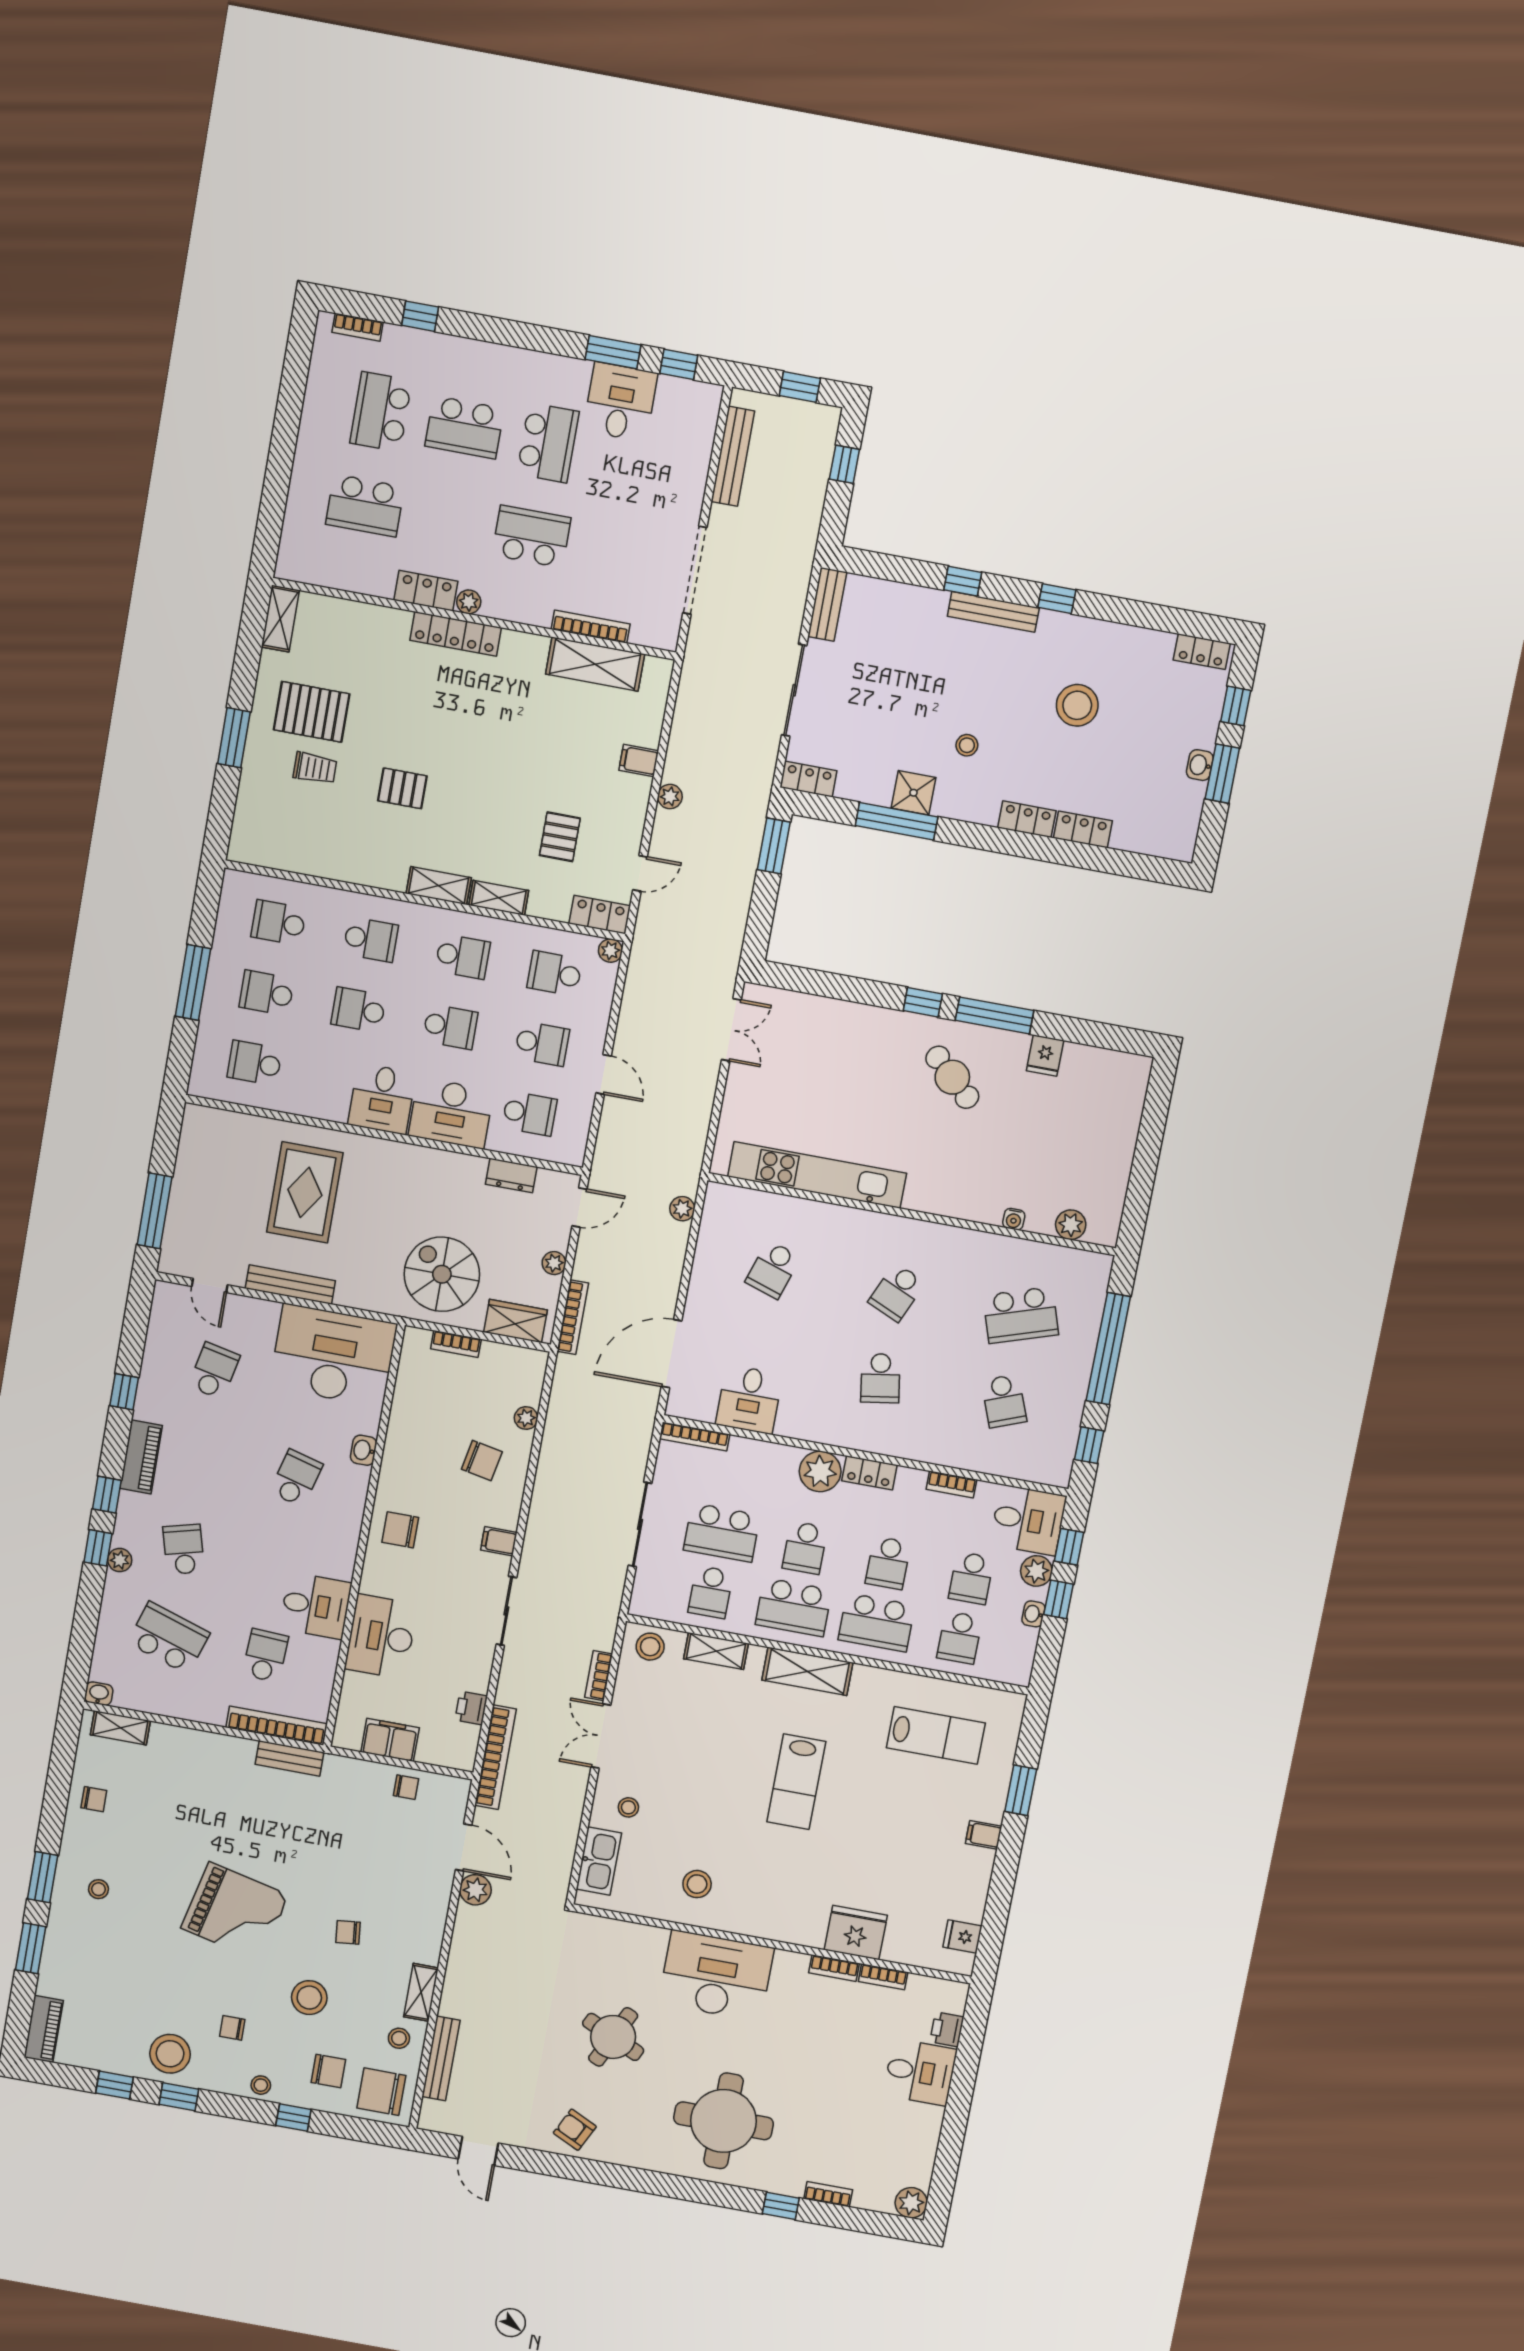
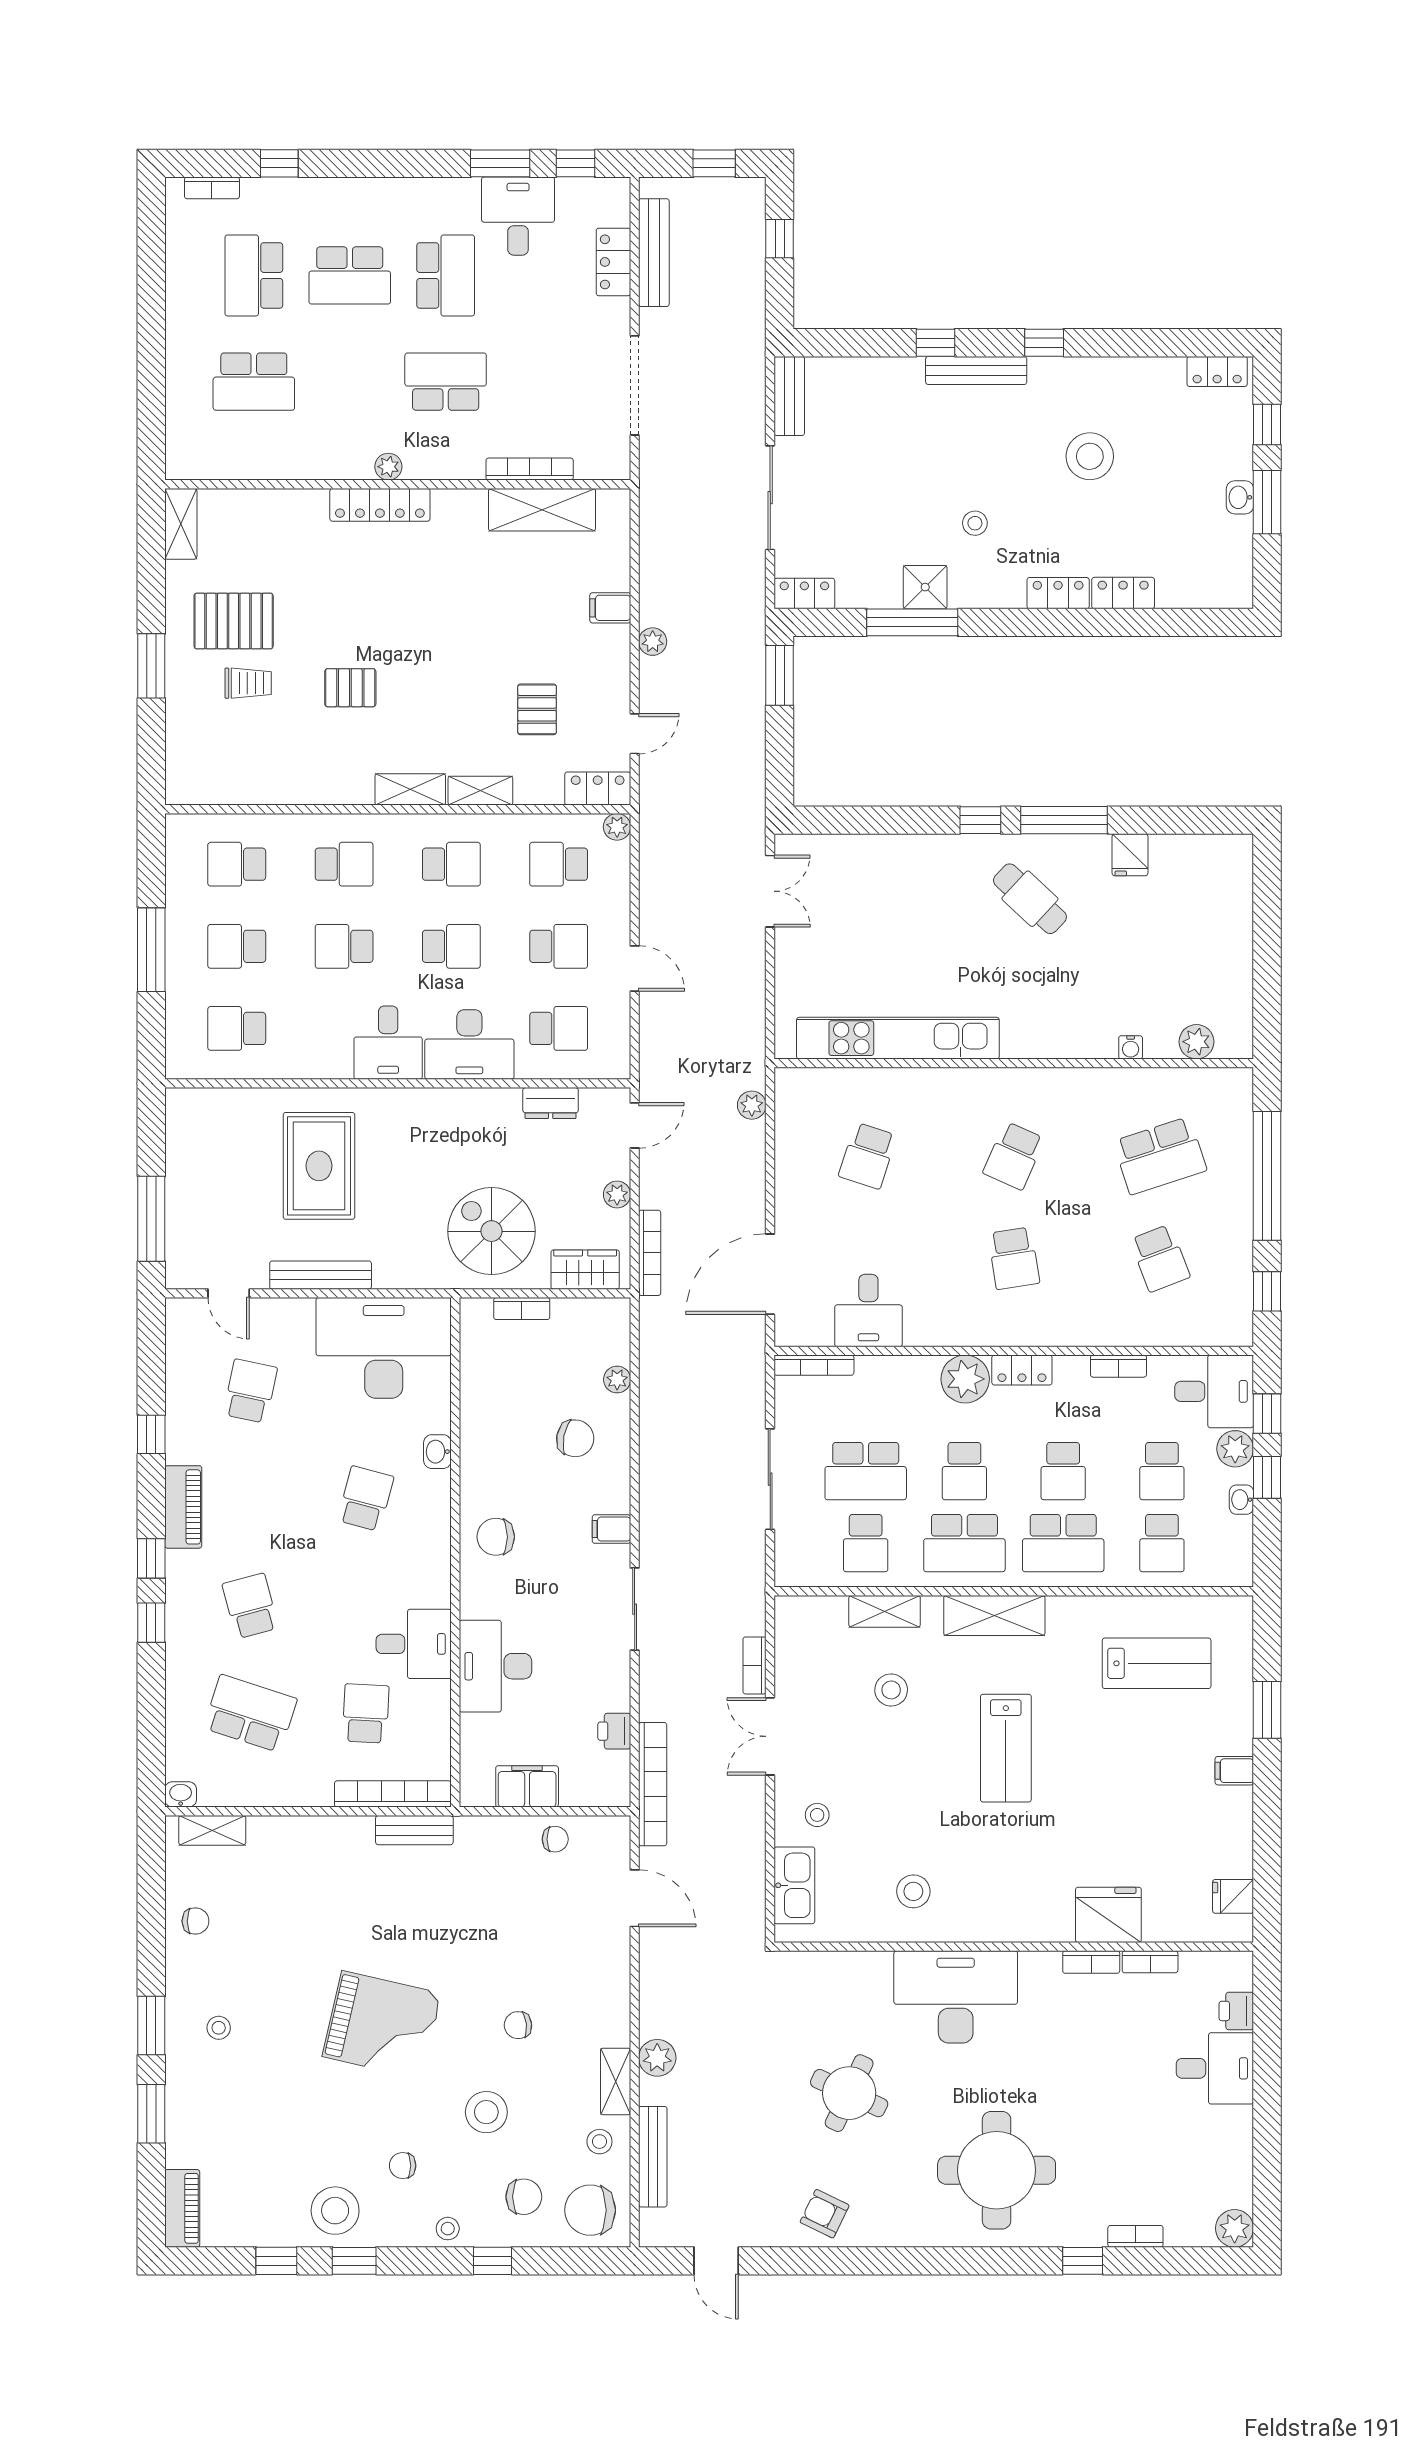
locker: (426, 591) -> (613, 262), moved, turned -90
plant: (120, 1560) -> (179, 1632), removed
stool: (650, 1647) -> (891, 1690), moved
plant: (475, 1890) -> (657, 2058), moved

